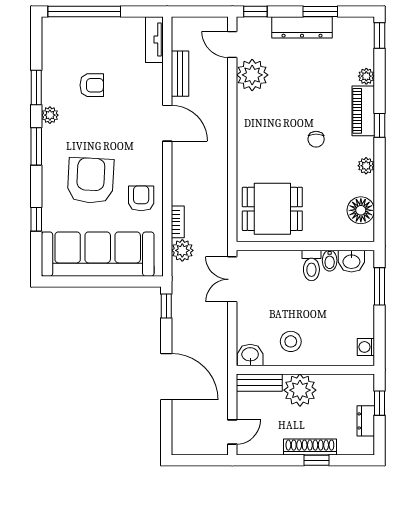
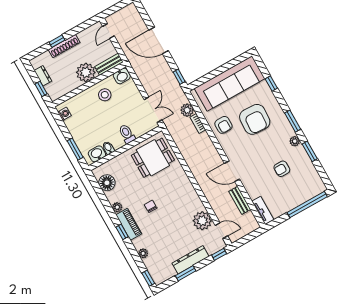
piano: (363, 111) -> (129, 224), moved
toilet: (311, 265) -> (127, 134), moved

